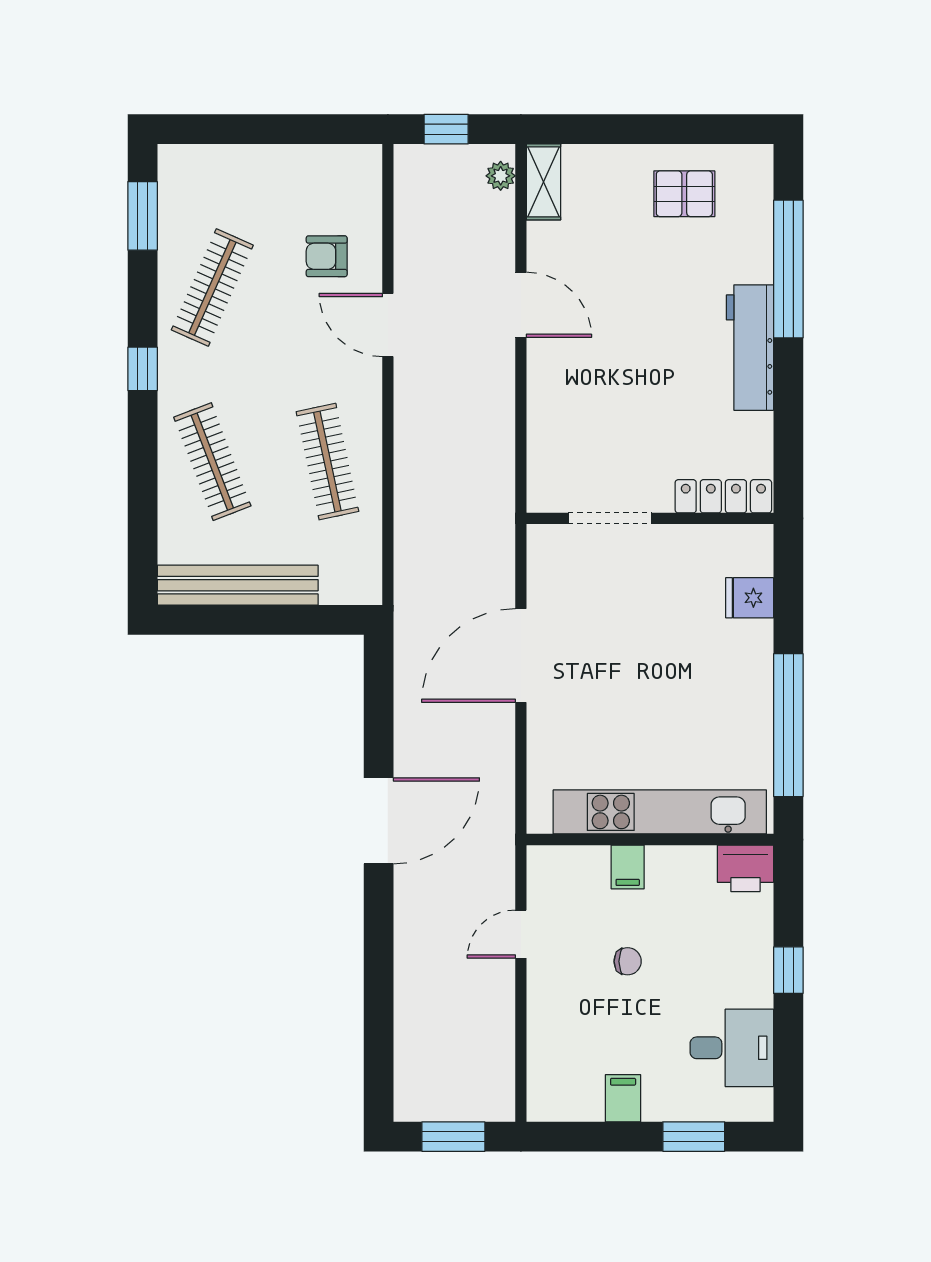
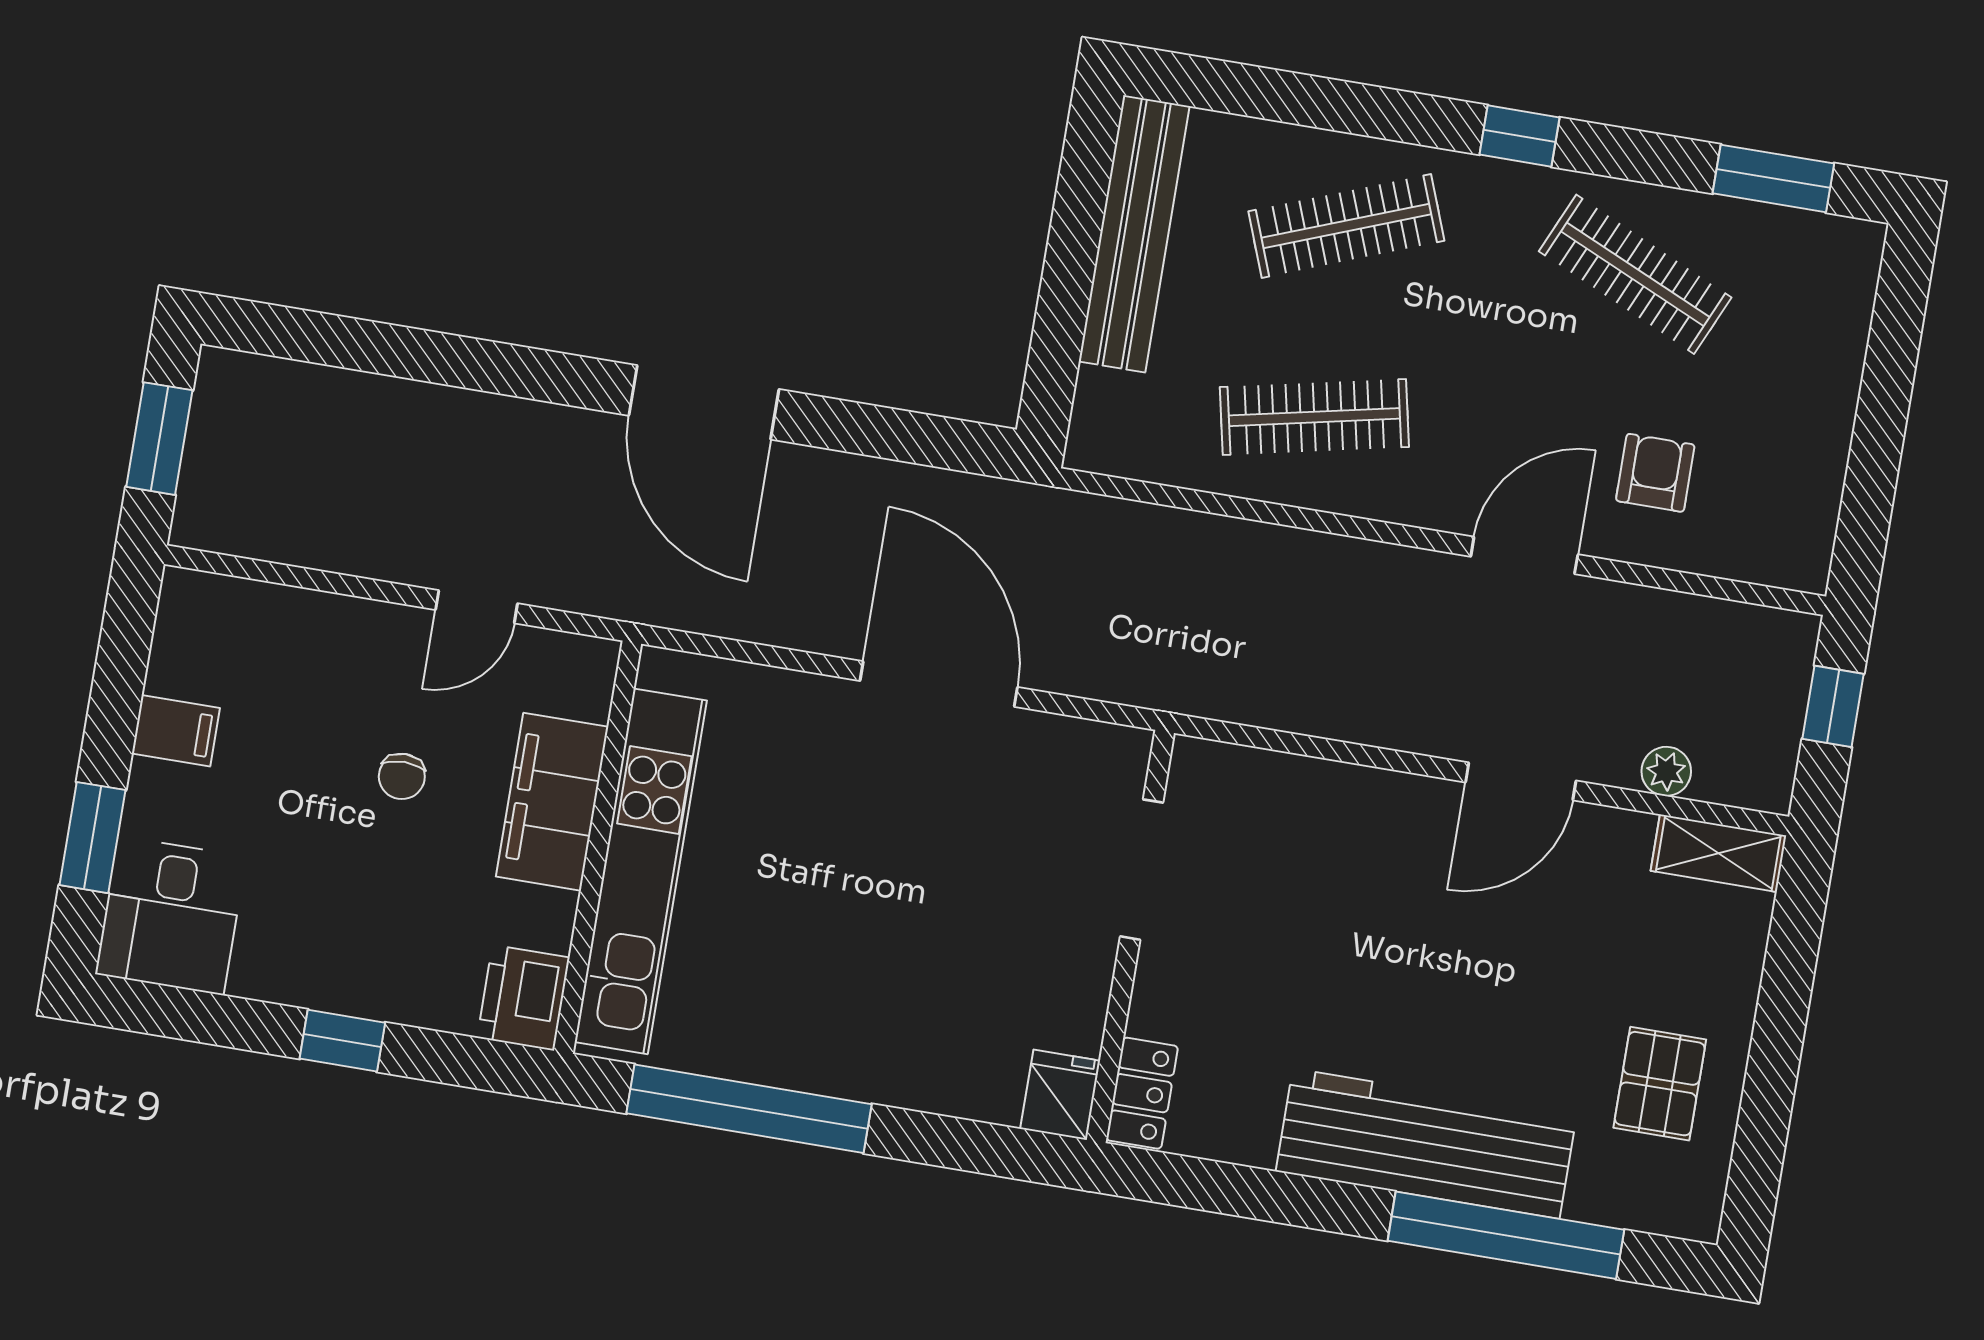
plant: (501, 176) -> (1666, 771), moved
workbench: (750, 348) -> (1426, 1144), width x1.36, depth x1.32
locker: (723, 496) -> (1142, 1093), width x0.66
fridge: (750, 598) -> (1060, 1095), moved
filing cabinet: (628, 867) -> (552, 802), width x3.00, depth x1.17
door: (521, 934) -> (477, 607), swing flipped
desk: (732, 1048) -> (171, 916), moved

